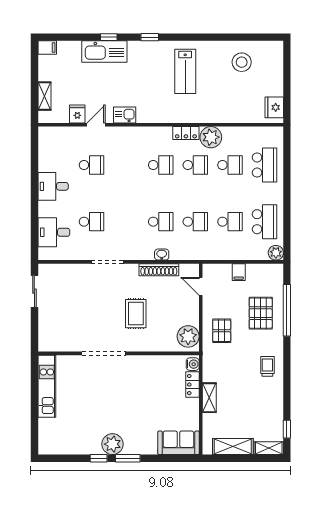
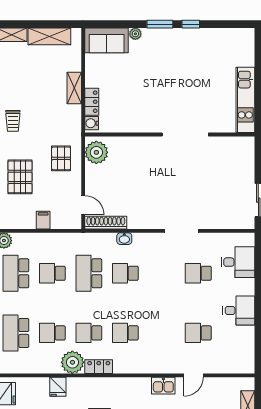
fridge: (77, 114) -> (58, 387), moved
school desk: (195, 222) -> (89, 273), width x1.85
shoe rack: (159, 270) -> (106, 223), moved
rug: (136, 314) -> (152, 176), removed
plant: (113, 444) -> (135, 34), moved, width x0.53, depth x0.53

